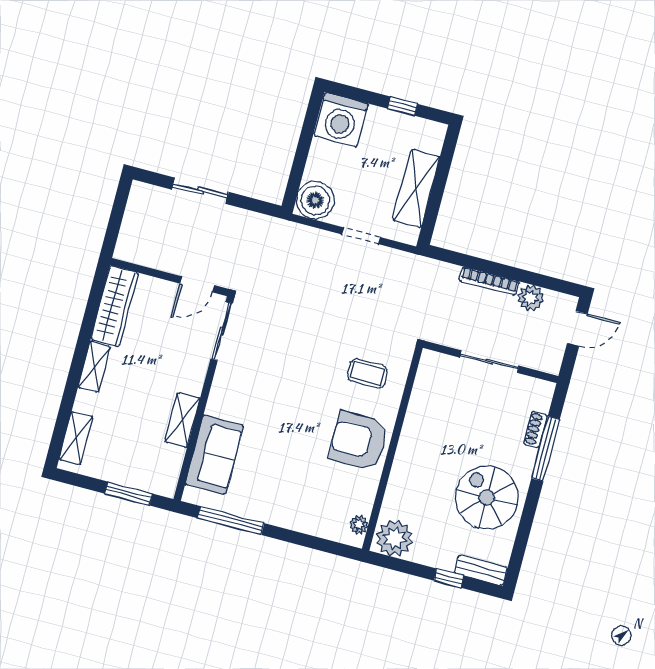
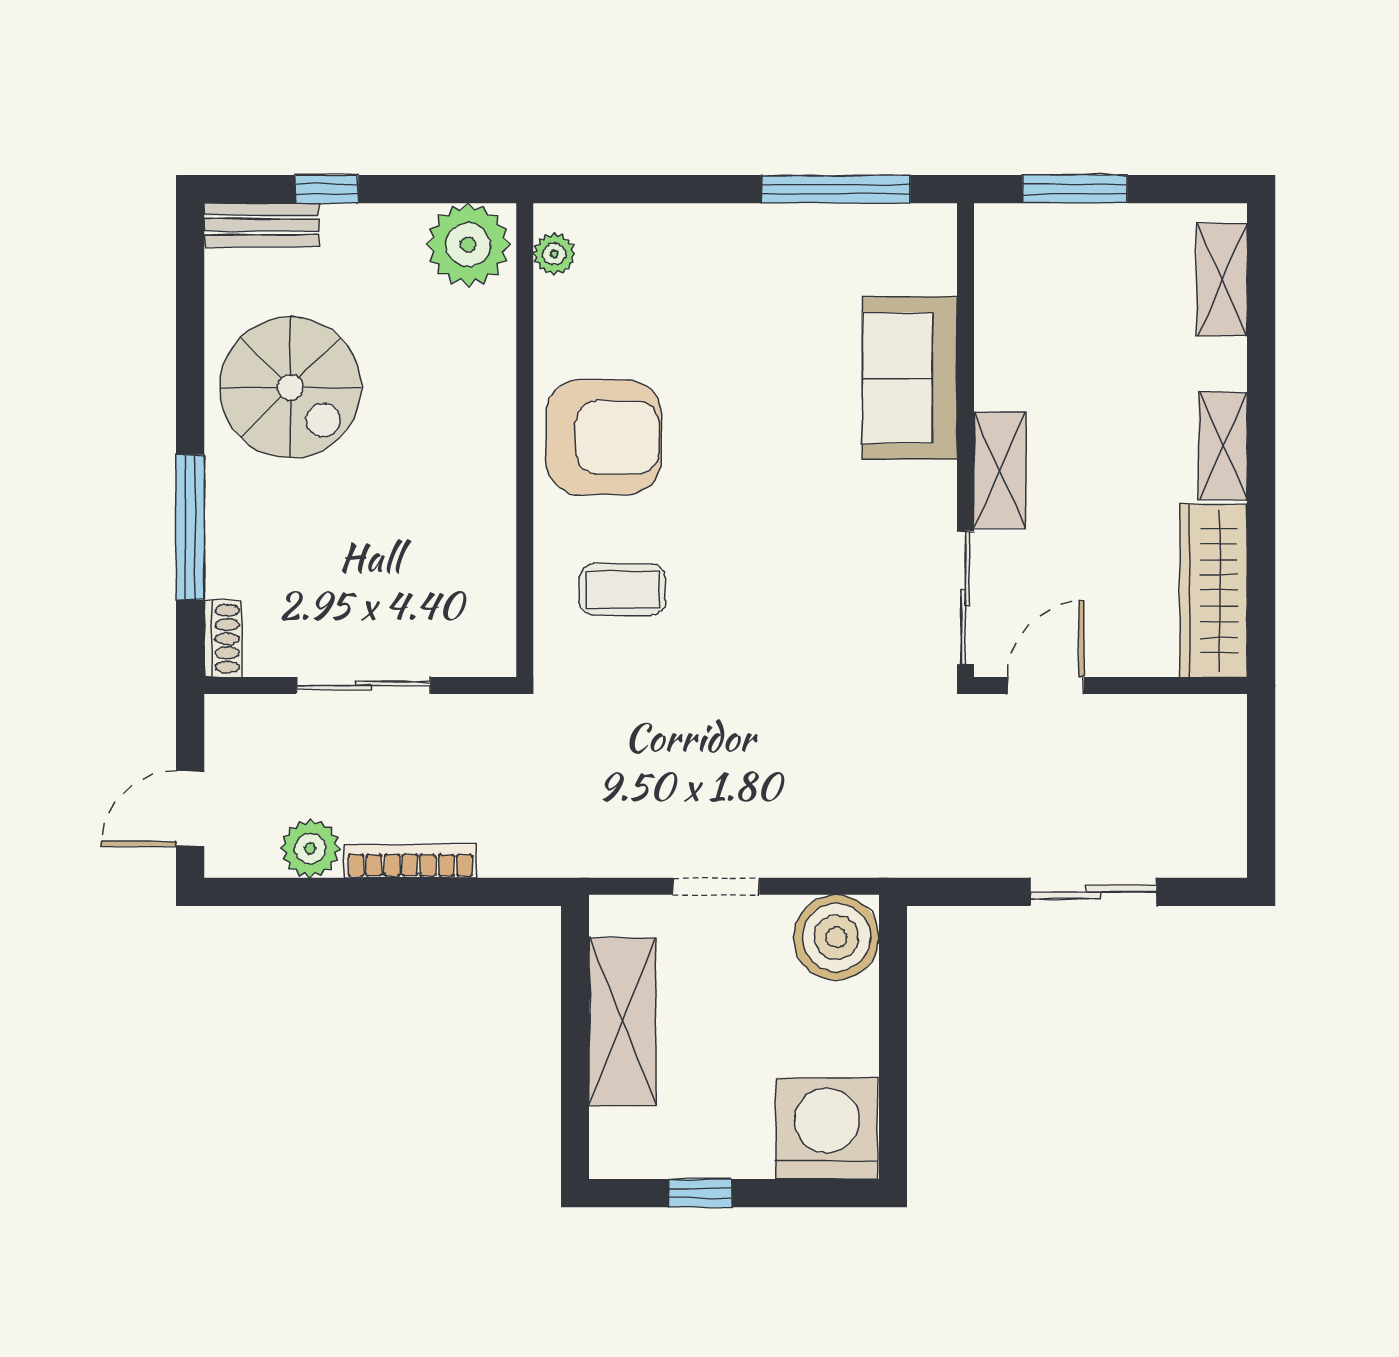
shelving: (182, 420) -> (1000, 470), moved
shoe rack: (536, 429) -> (223, 639), moved
sofa: (214, 455) -> (910, 378), moved

